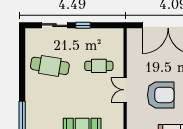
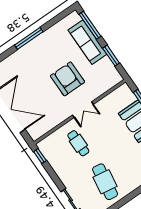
window: (83, 25) -> (40, 156), moved

